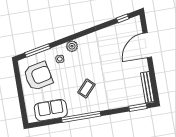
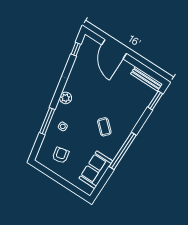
plant: (72, 46) -> (66, 98), moved
window: (38, 50) -> (47, 121), moved
armchair: (38, 76) -> (61, 155), width x0.53, depth x0.53

